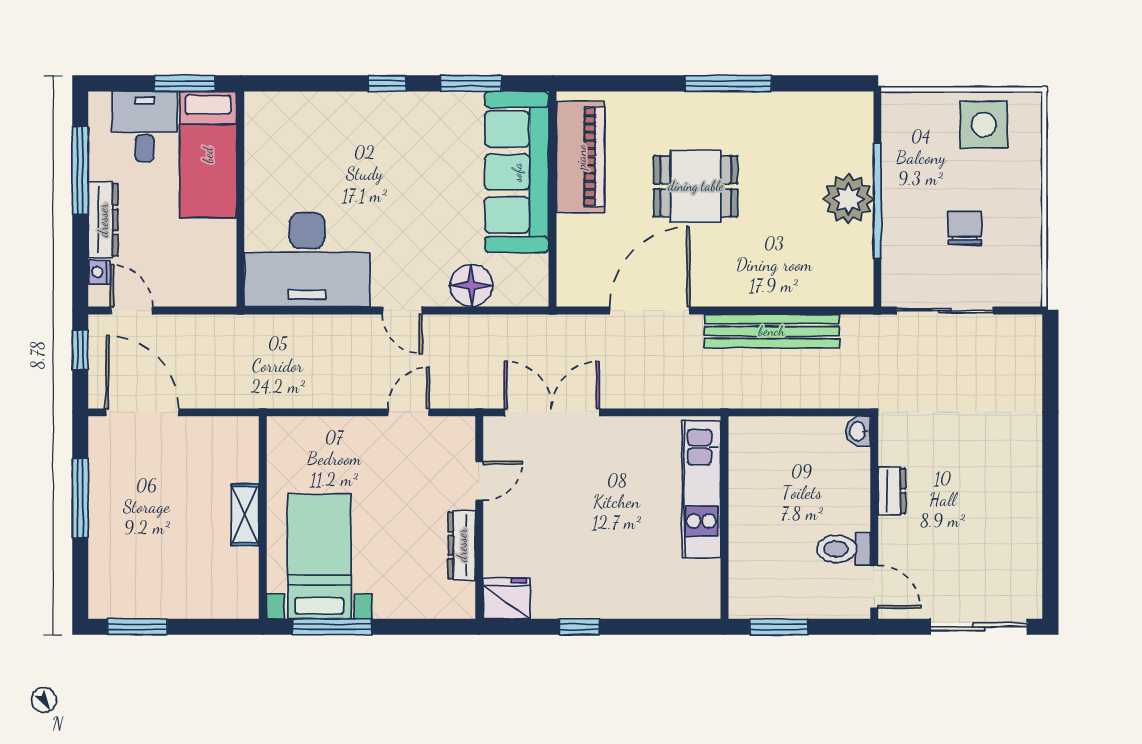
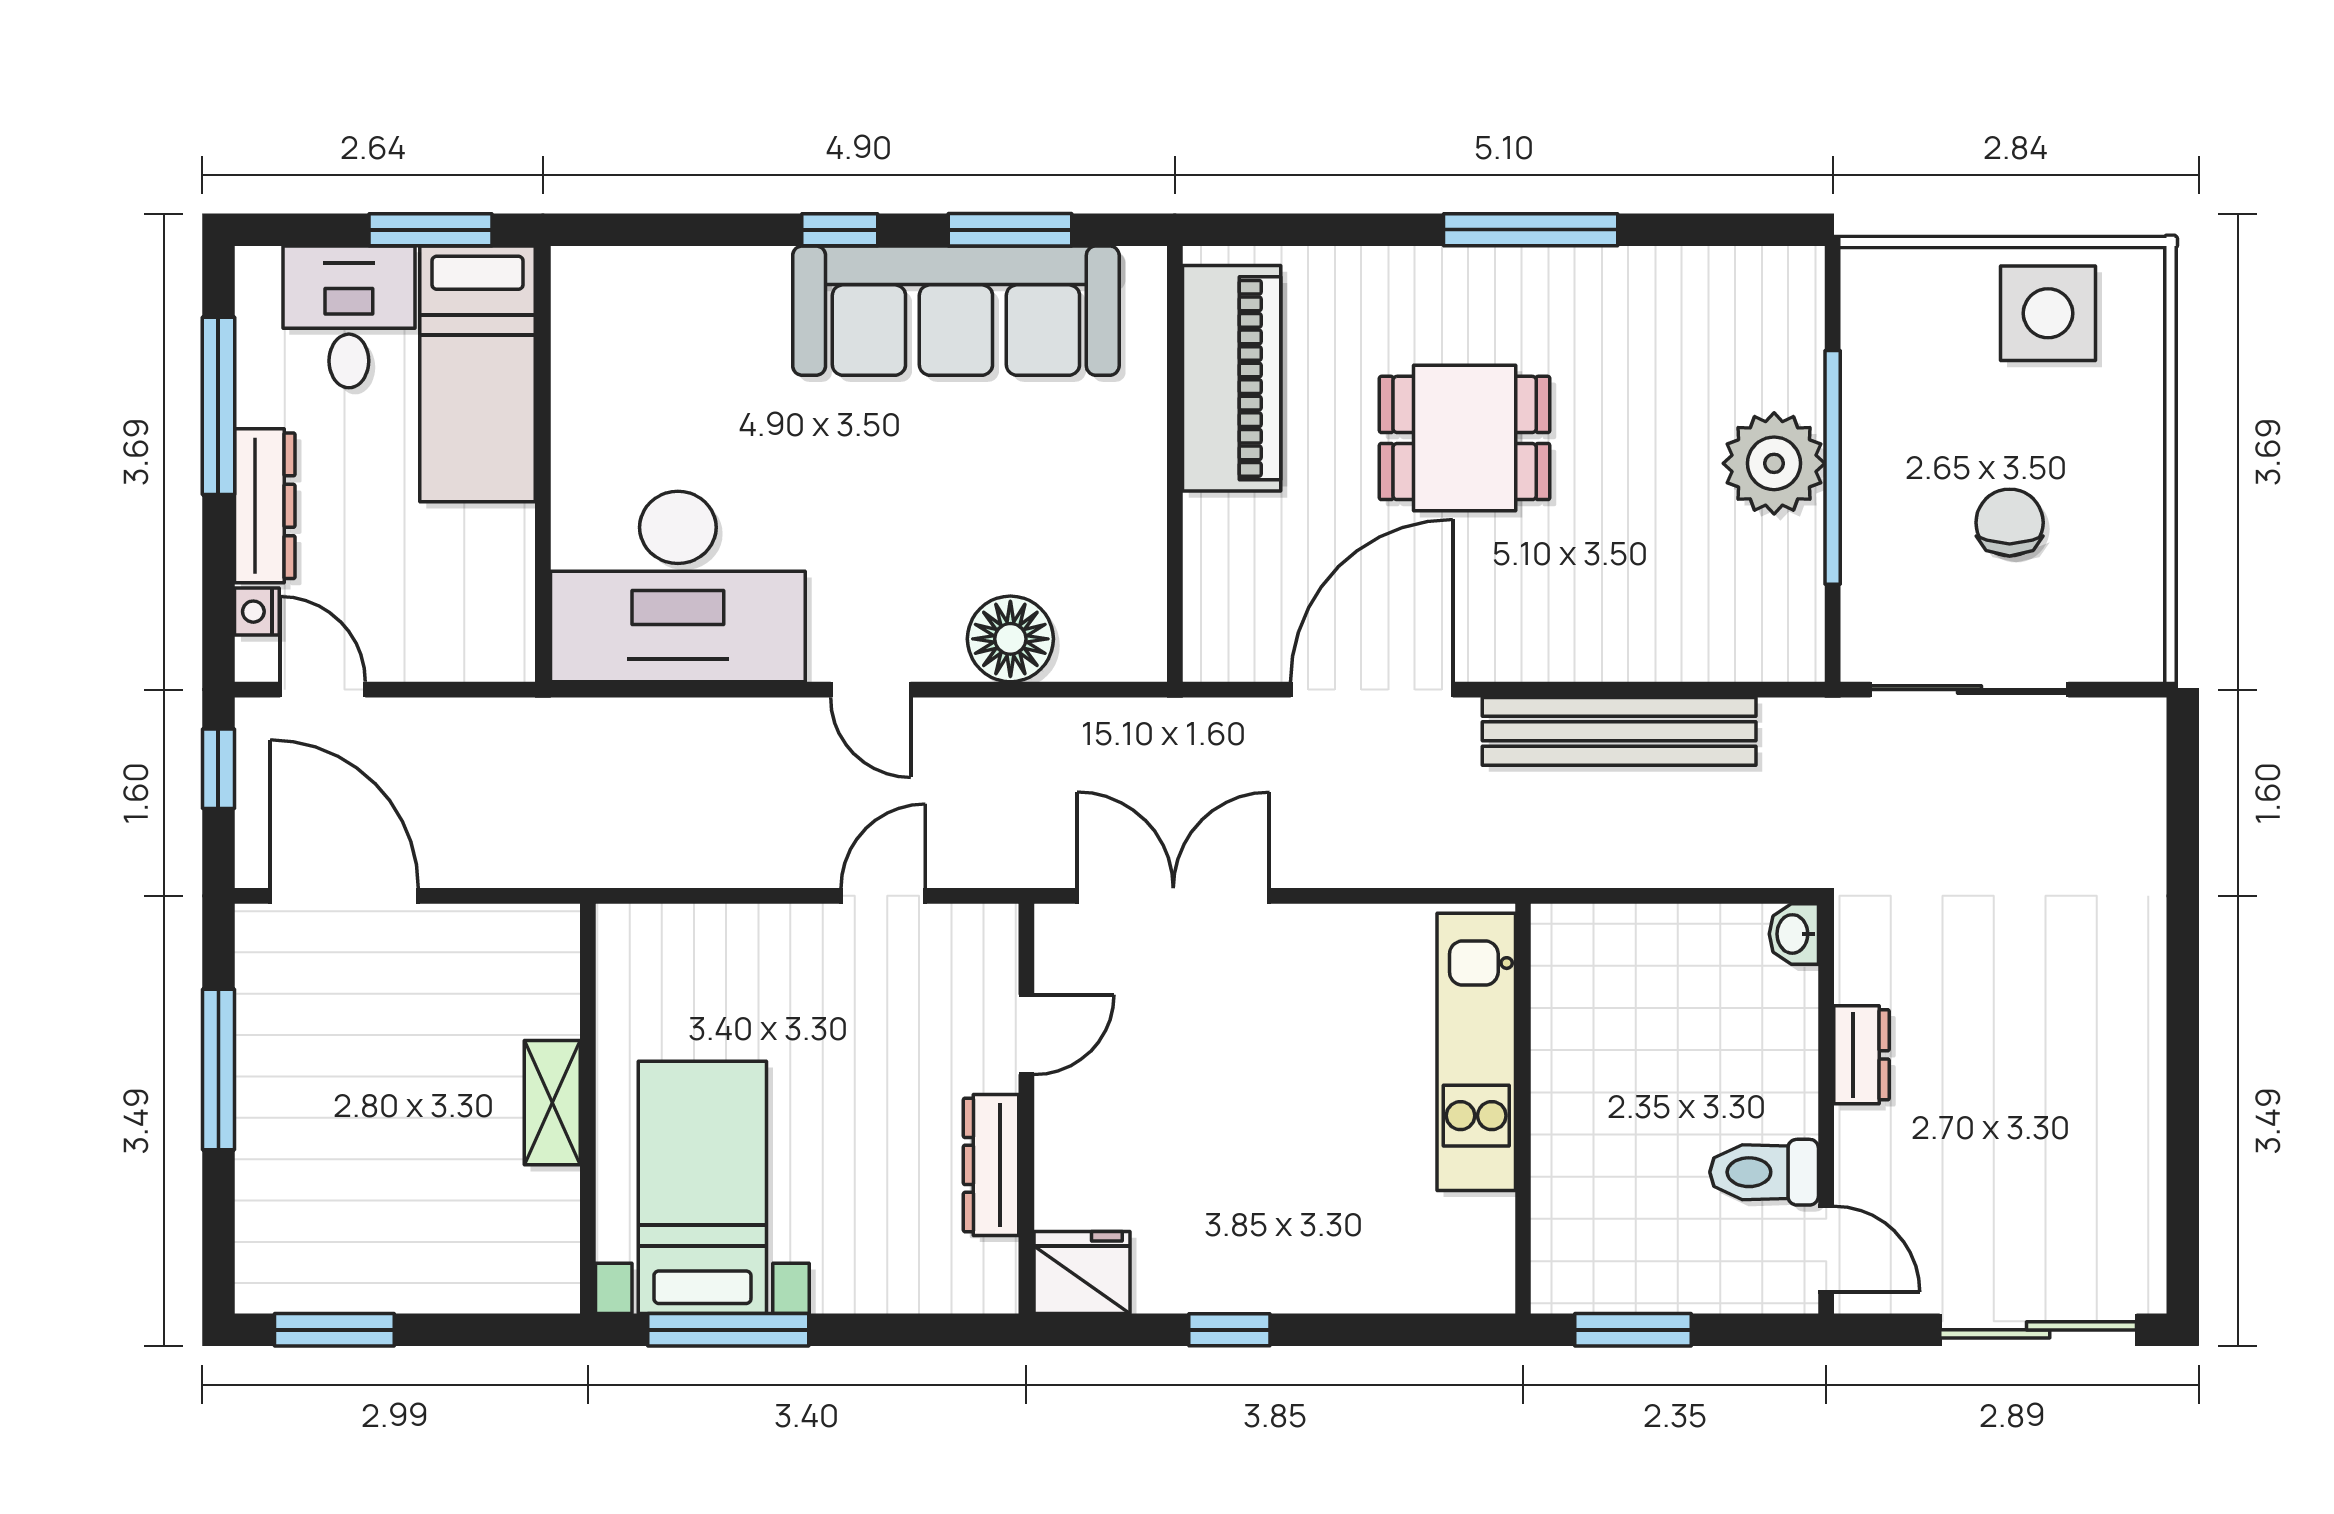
sofa: (517, 172) -> (956, 311), moved, turned -90

